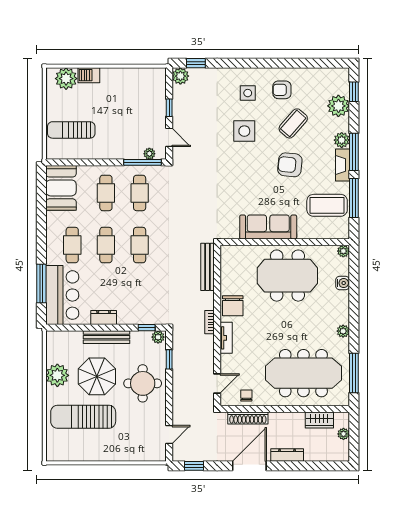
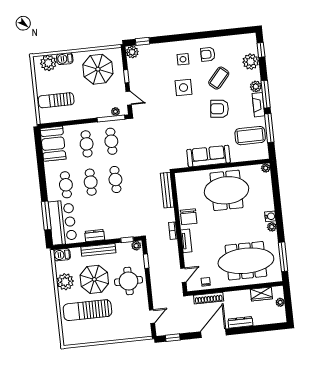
parasol: (132, 94) -> (98, 69), added
water cooler: (343, 283) -> (270, 216), moved
barbecue: (57, 339) -> (62, 255), added

